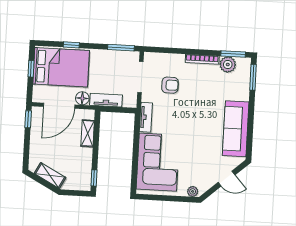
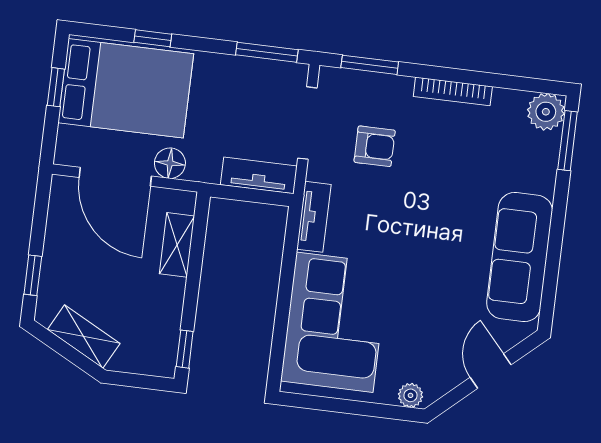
window: (233, 54) -> (370, 65), moved
plant: (228, 65) -> (546, 112), moved
tv unit: (106, 100) -> (259, 175), moved
door: (59, 106) -> (115, 177), hinge flipped
window: (28, 119) -> (33, 275), moved
door: (226, 179) -> (491, 371), swing flipped

